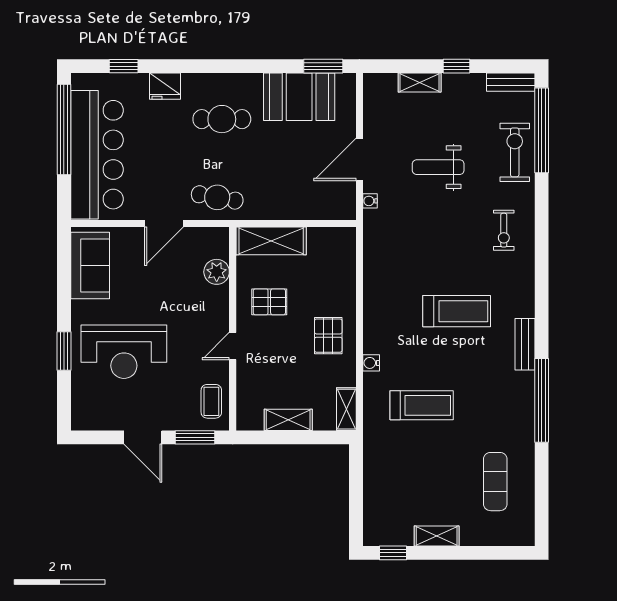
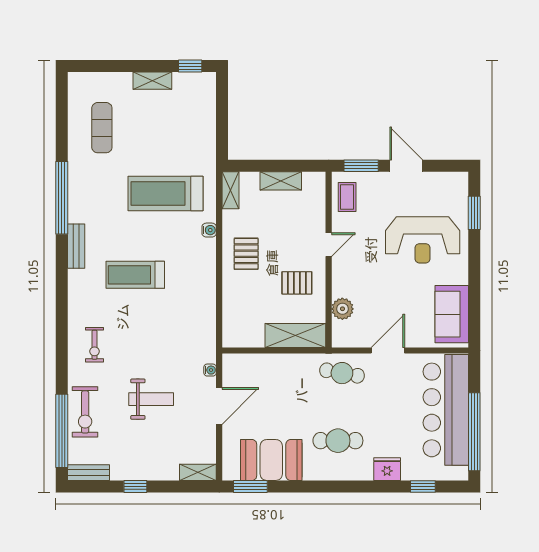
shelving: (420, 82) -> (198, 472), moved
exercise bike: (504, 230) -> (95, 345), turned 180
window: (64, 351) -> (474, 213), moved
reception desk: (124, 352) -> (423, 240), turned 180
treadmill: (422, 405) -> (166, 194), width x1.37, depth x1.38

